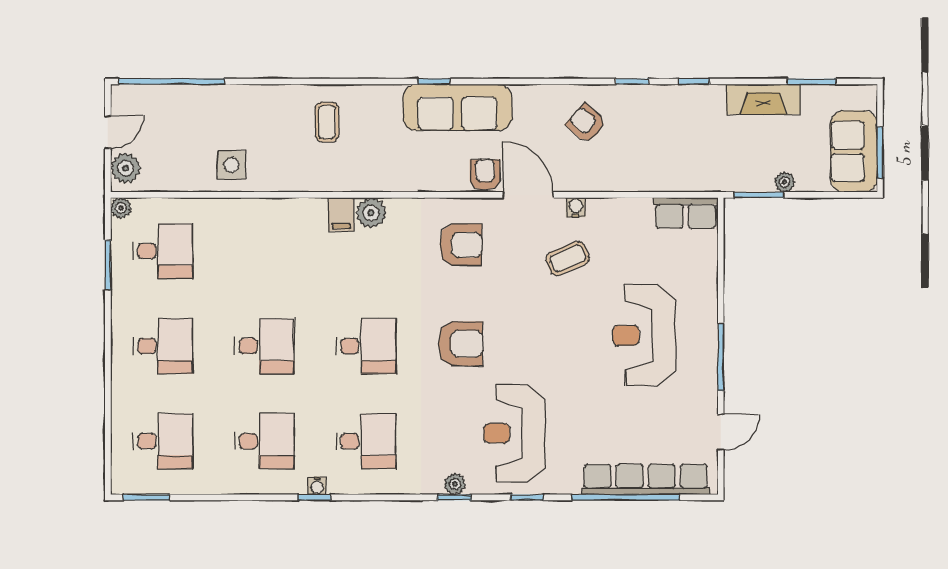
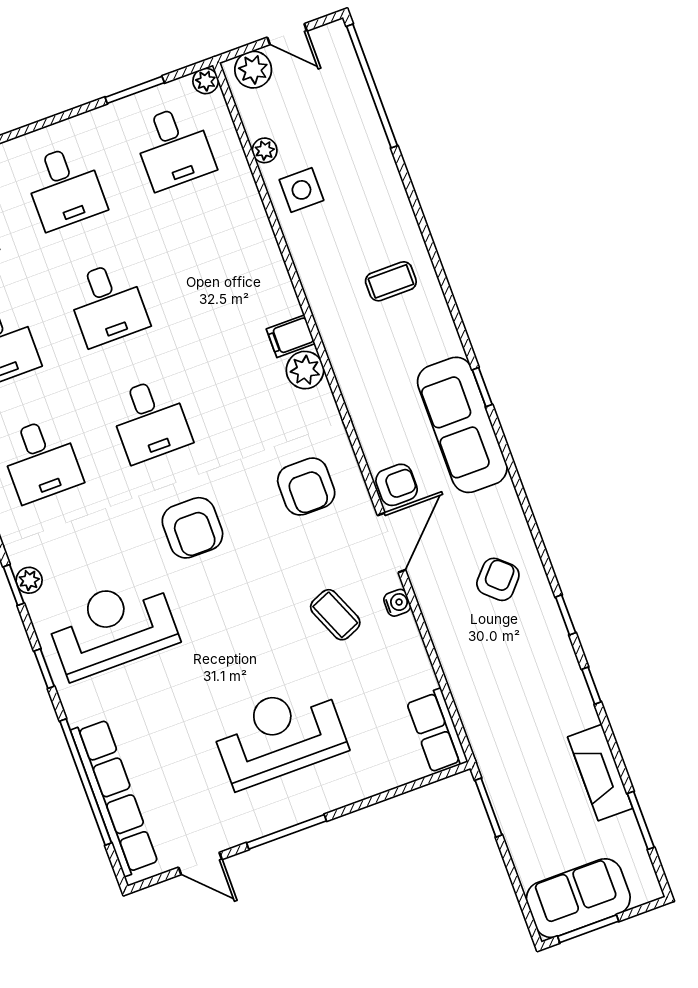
plant: (785, 182) -> (265, 150), moved

